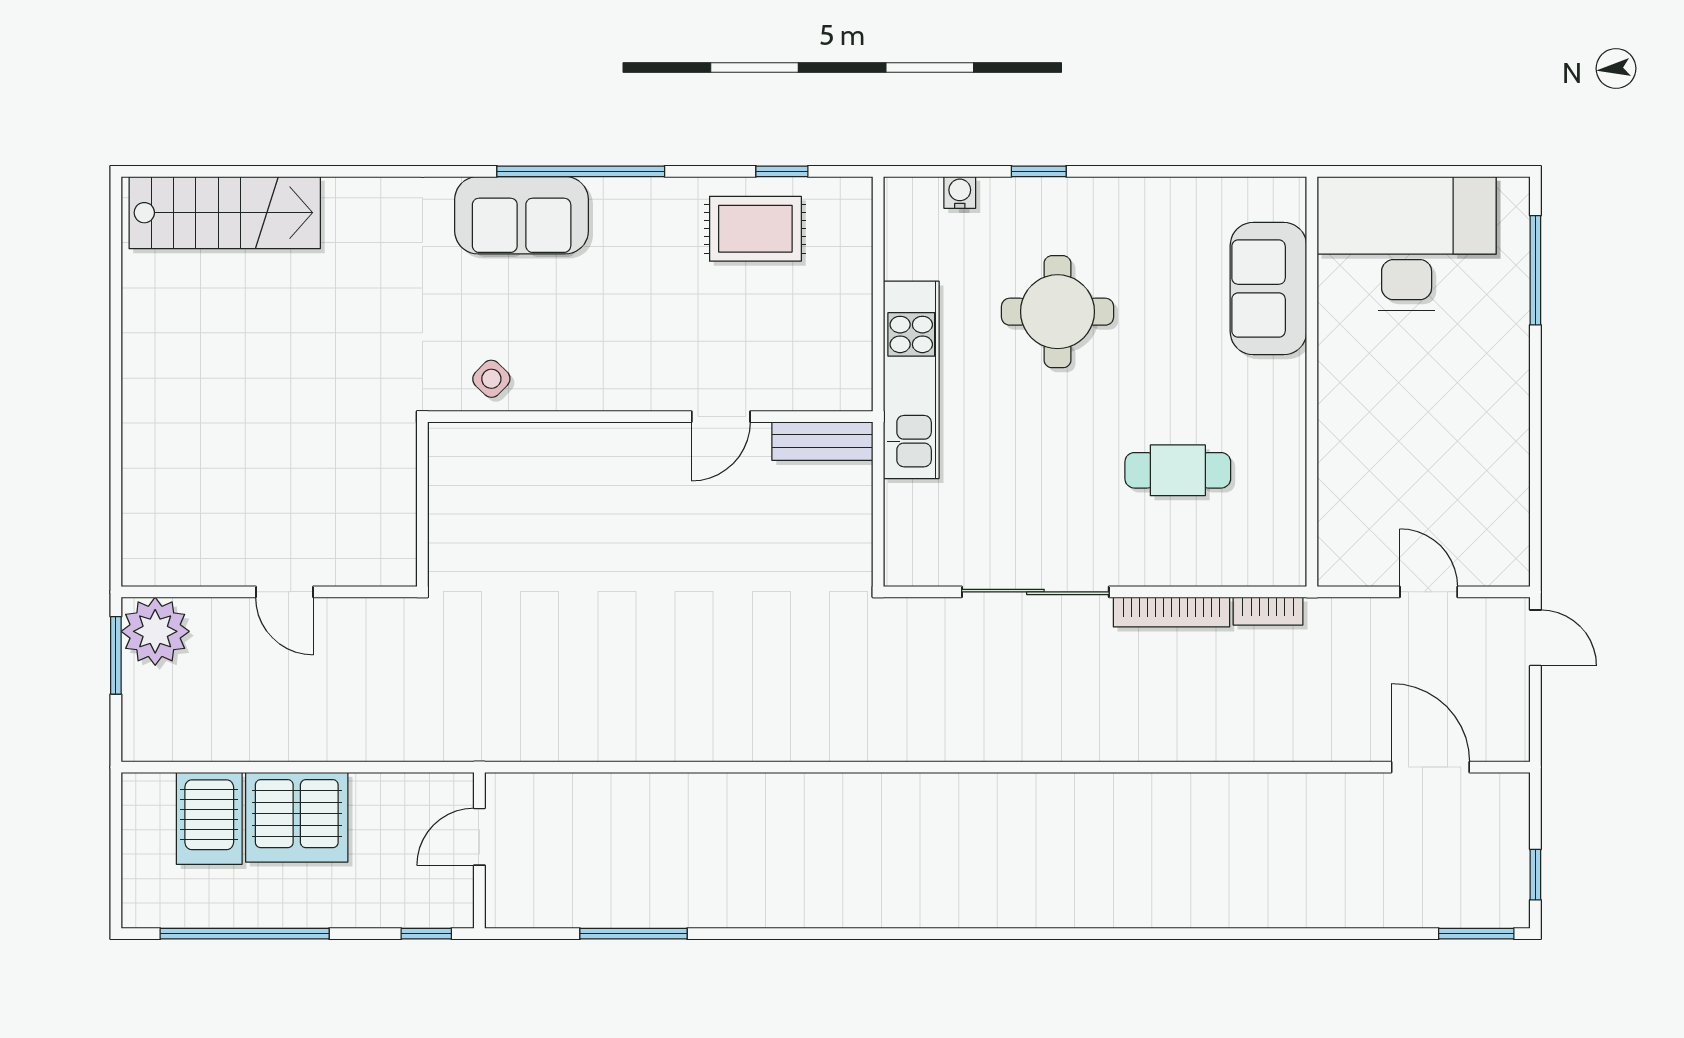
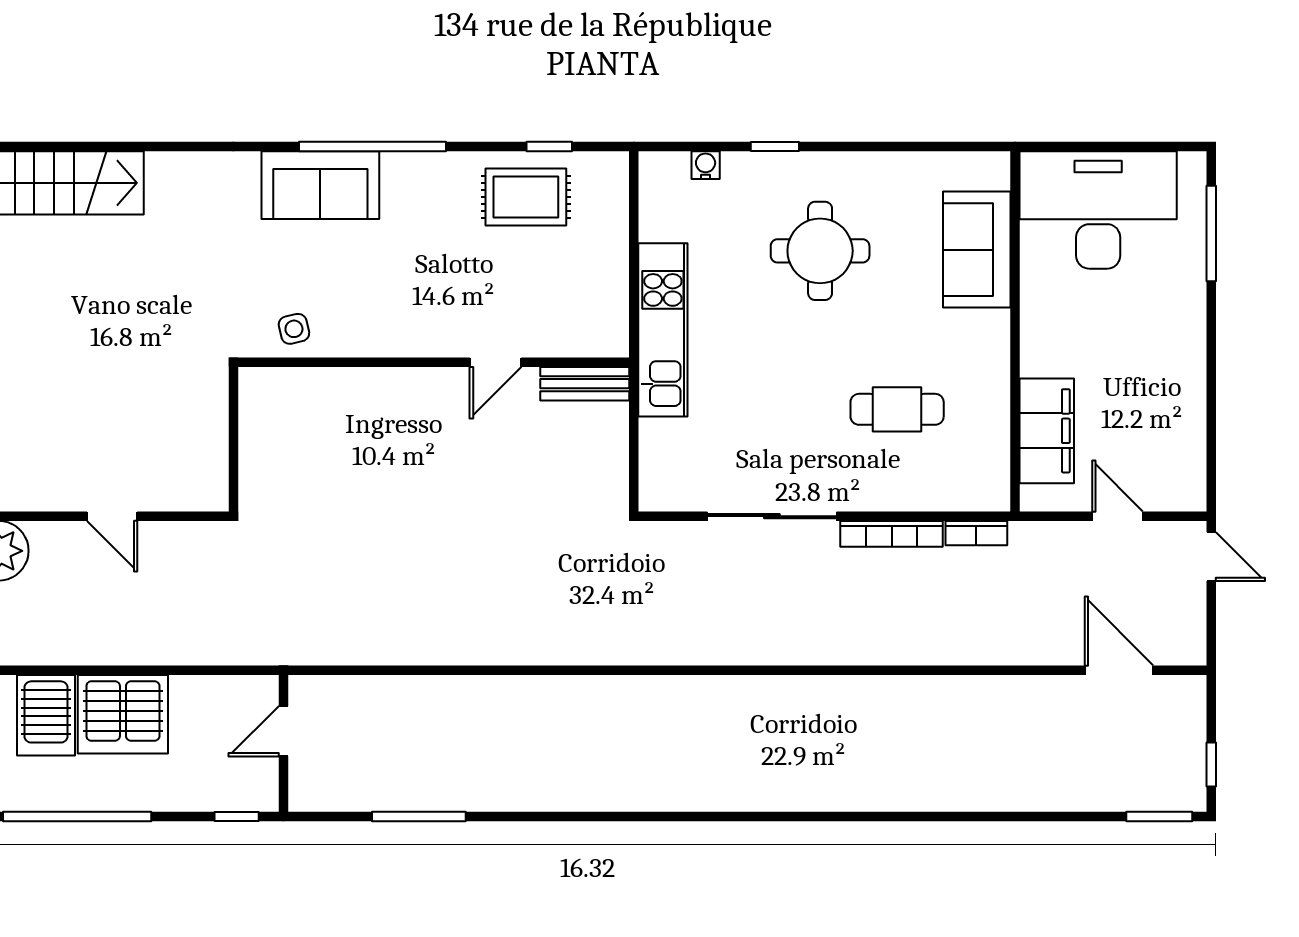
round table: (1058, 312) -> (820, 251), moved
side table: (491, 379) -> (294, 329), turned 33
filing cabinet: (1348, 495) -> (1047, 431), added

